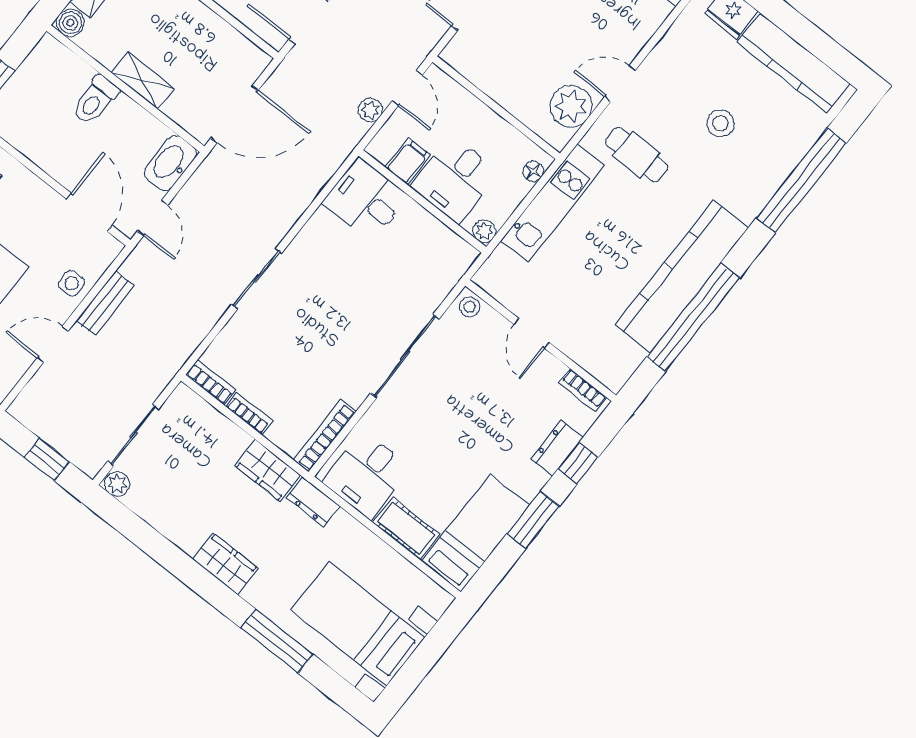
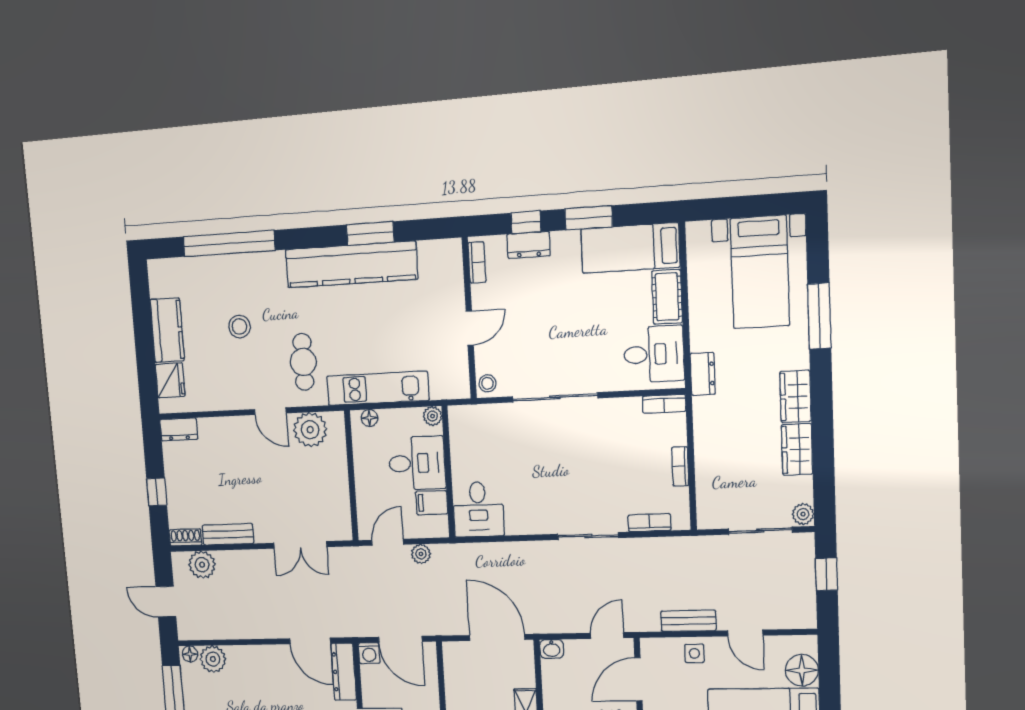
kitchen counter: (793, 63) -> (167, 330), width x0.67
washbasin: (170, 163) -> (552, 649), width x0.52, depth x0.69
window: (693, 317) -> (370, 233), width x0.47
bookcase: (211, 382) -> (649, 523), moved, turned 90
bookcase: (325, 436) -> (664, 404), width x0.64
wardrobe: (268, 470) -> (797, 449), moved, turned 180

